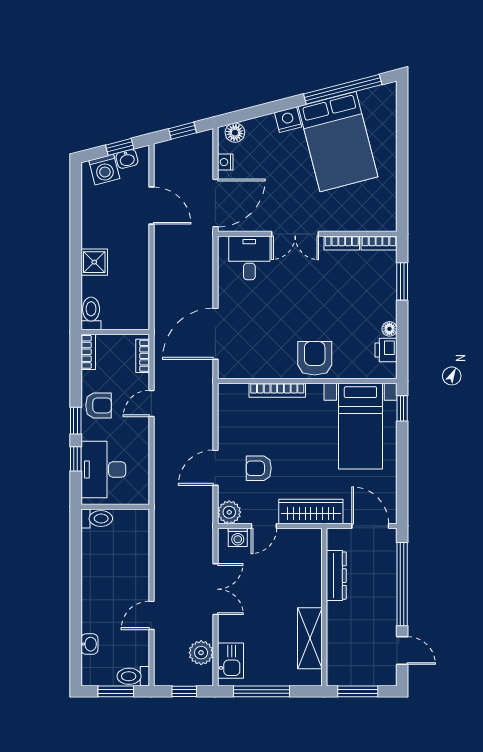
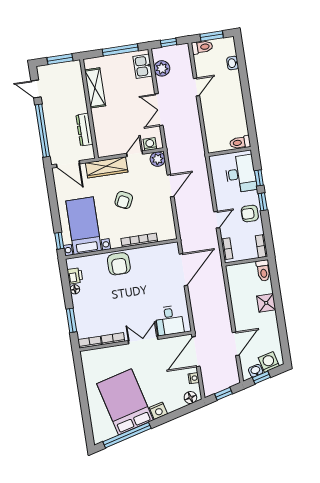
door: (151, 206) -> (236, 344), swing flipped
armchair: (259, 468) -> (124, 200), moved, turned 116

